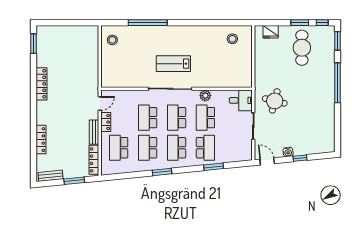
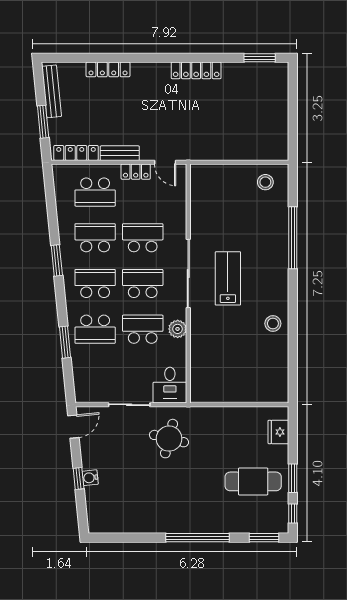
stool: (232, 39) -> (273, 324), moved
school desk: (119, 148) -> (95, 192), turned 180
water cooler: (288, 152) -> (90, 478), moved
bench: (51, 176) -> (52, 91), width x1.36

